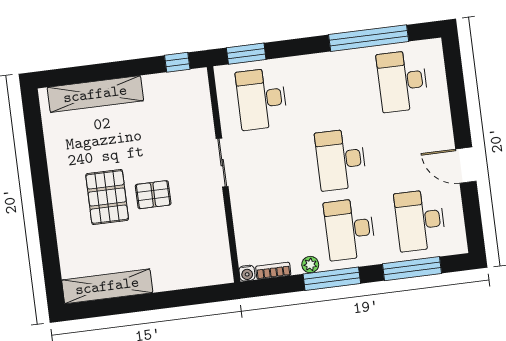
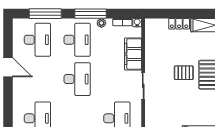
filing cabinet: (247, 217) -> (133, 54), added
locker: (172, 280) -> (179, 24), added

